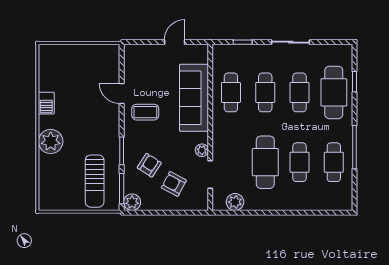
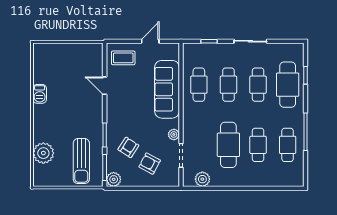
coffee table: (145, 112) -> (123, 58), moved
plant: (51, 141) -> (43, 153), moved

